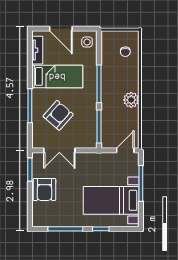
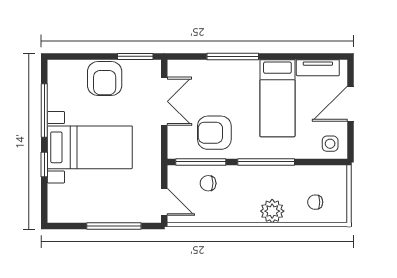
plant: (131, 100) -> (272, 211), moved
armchair: (58, 115) -> (214, 133), moved, turned 139
chair: (113, 122) -> (208, 183), added
double door: (59, 150) -> (164, 101), swing flipped
armchair: (44, 190) -> (105, 78), turned -90
bed with nightstands: (111, 200) -> (90, 147), moved, turned 90

